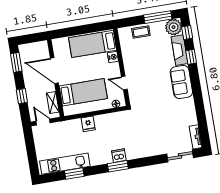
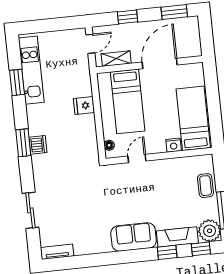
sliding door: (180, 156) -> (30, 210), moved

